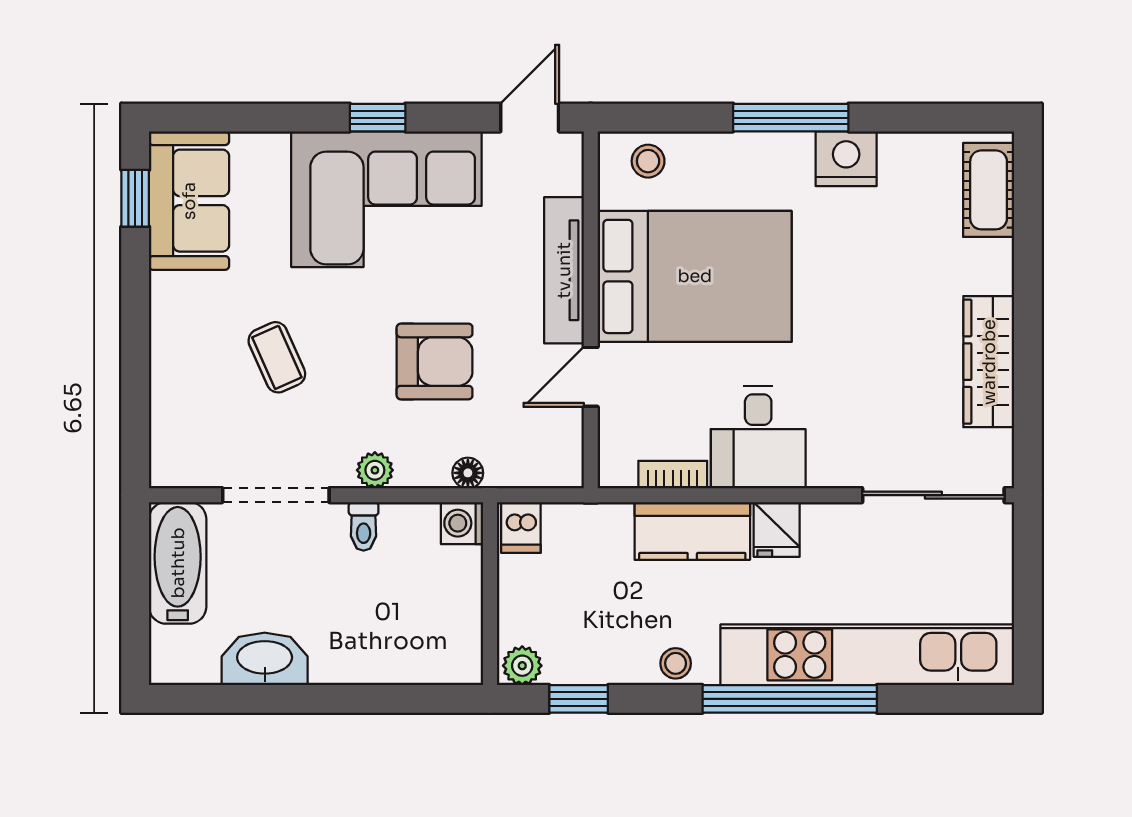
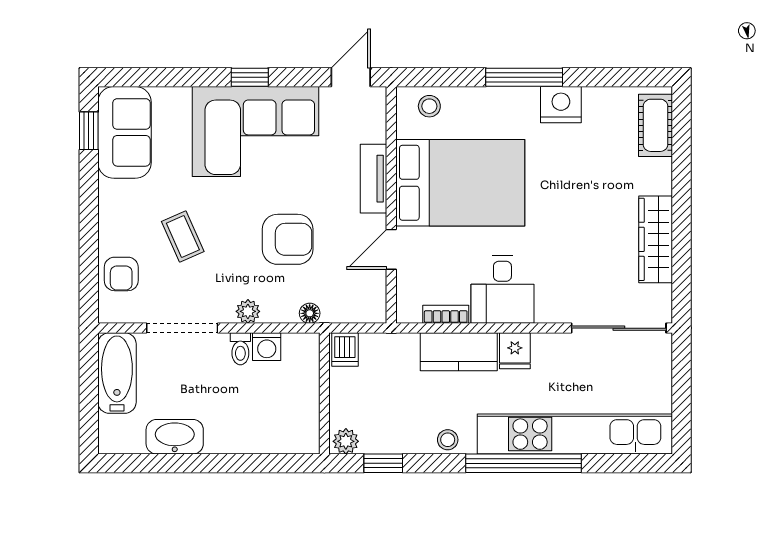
tv unit: (564, 270) -> (374, 179), width x0.71
armchair: (184, 414) -> (121, 274), added
washing machine: (462, 523) -> (267, 347), moved, turned -90

